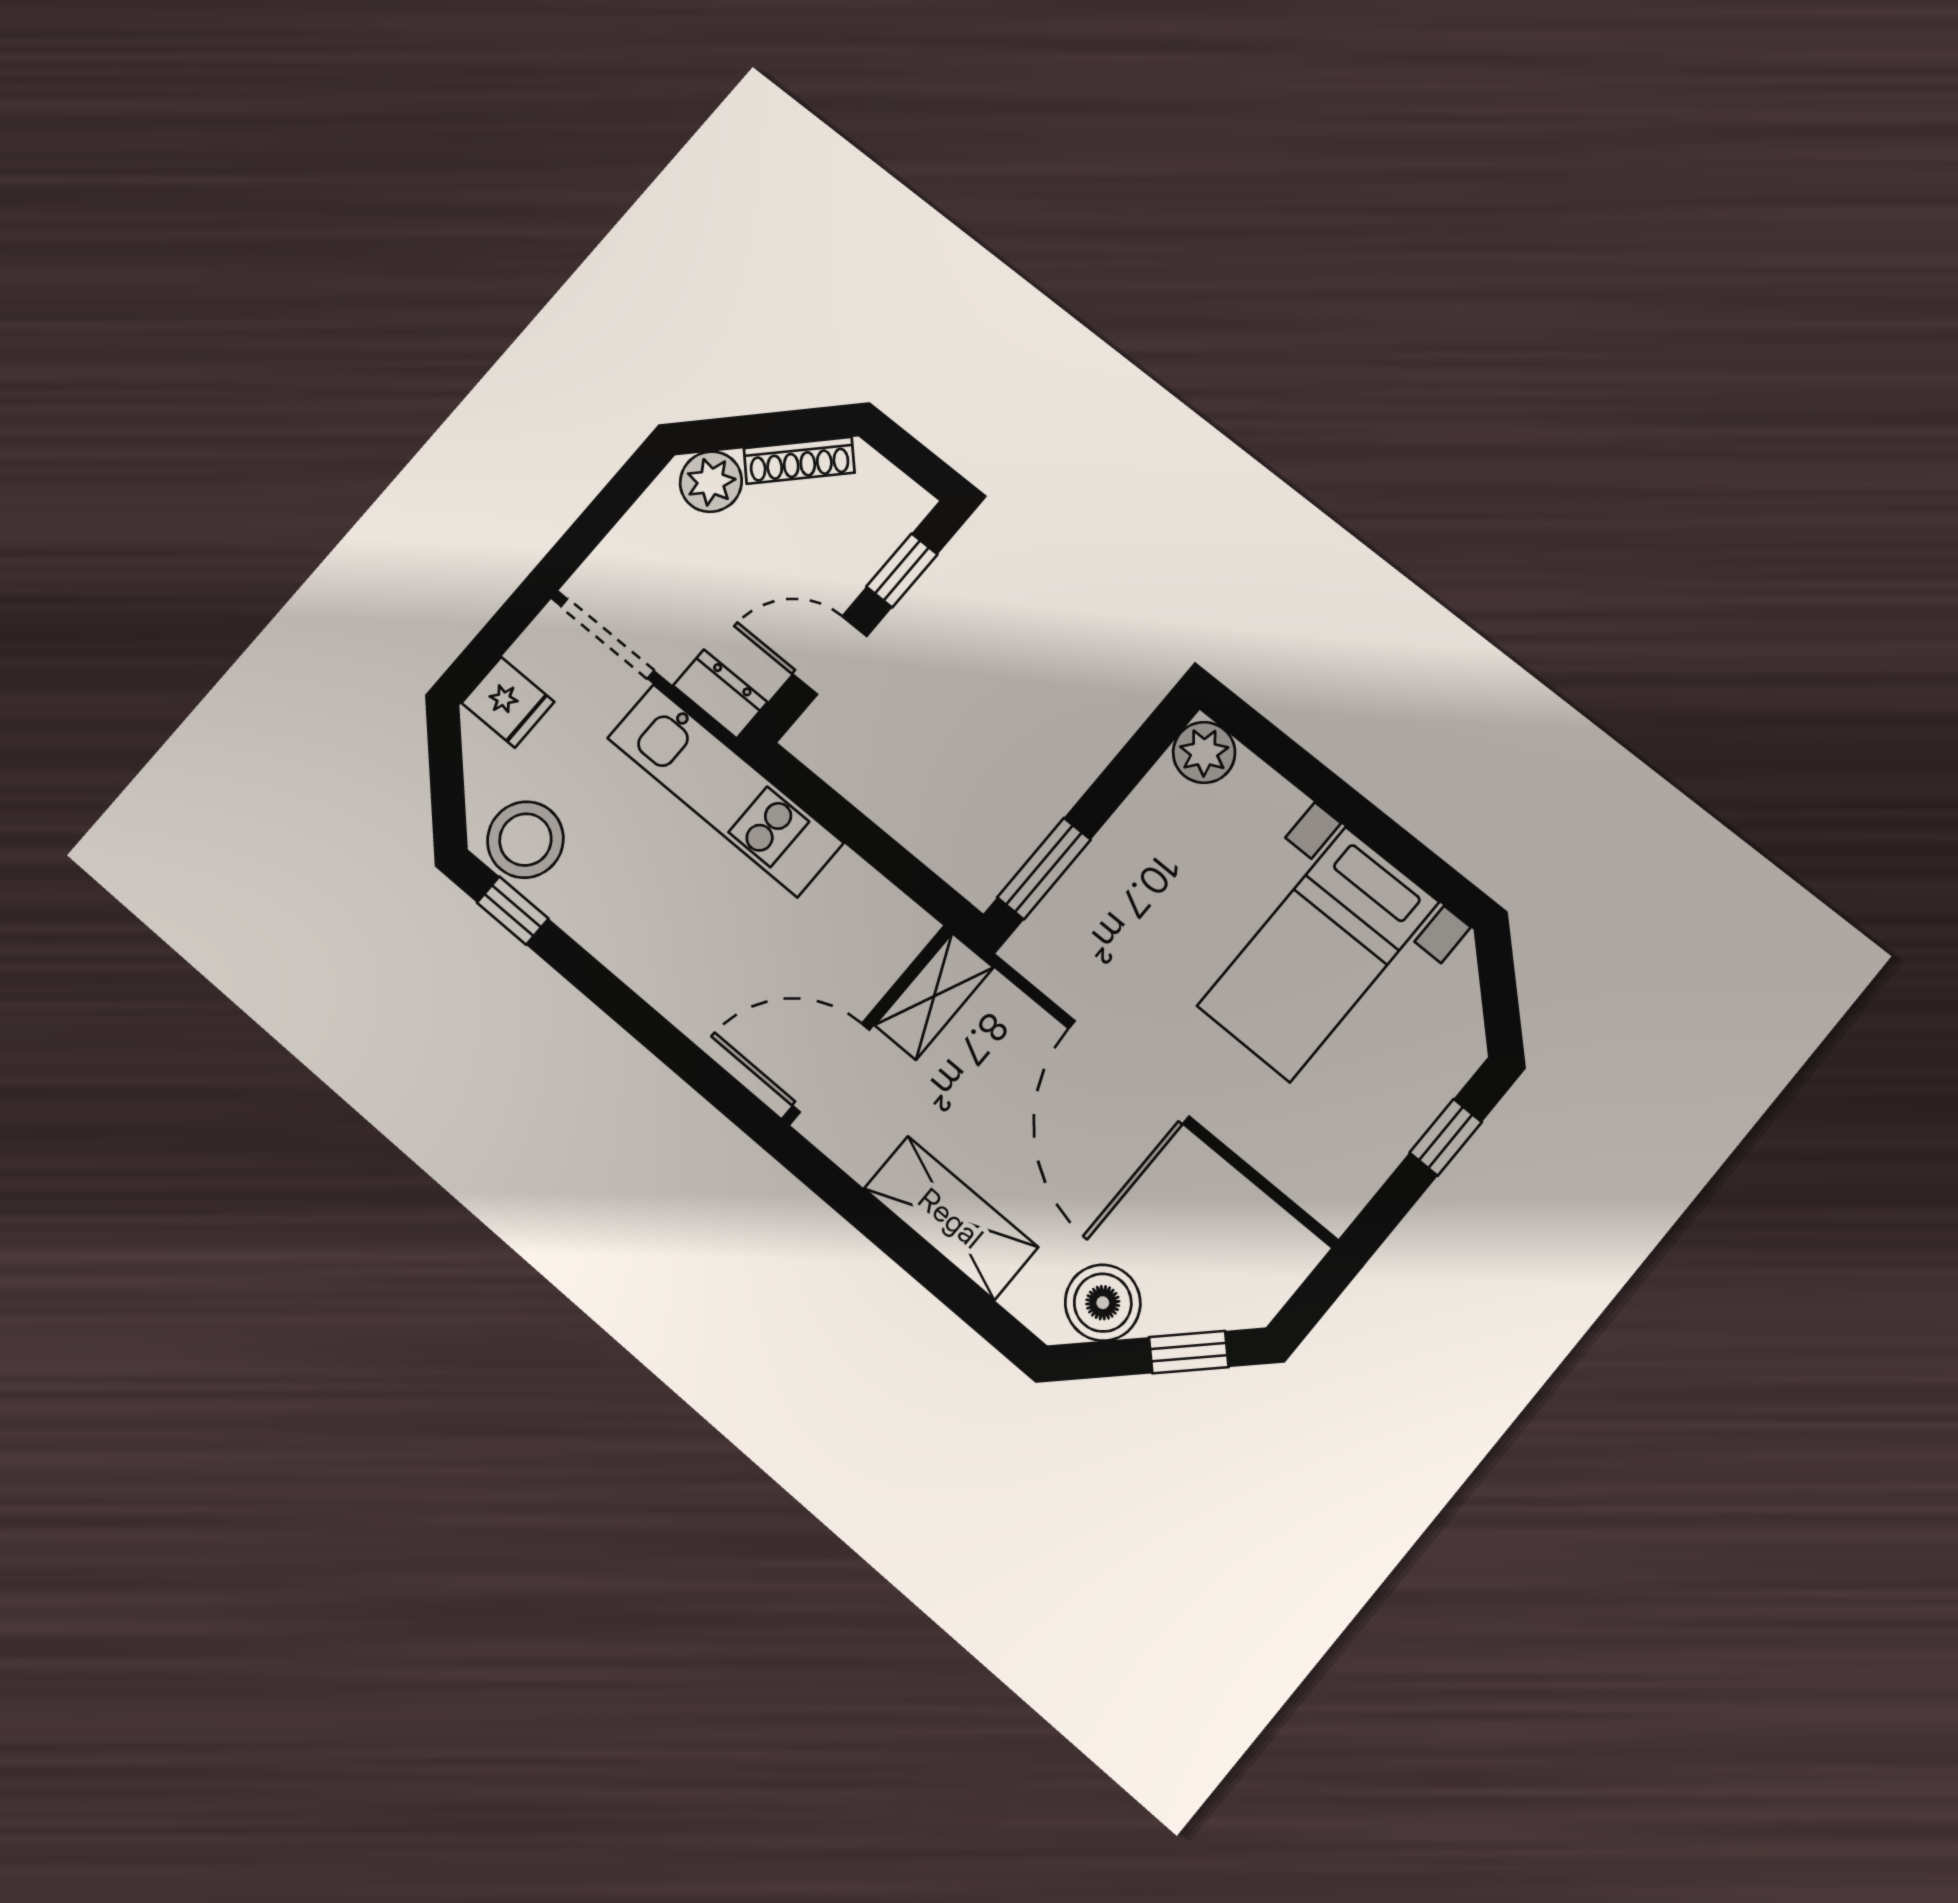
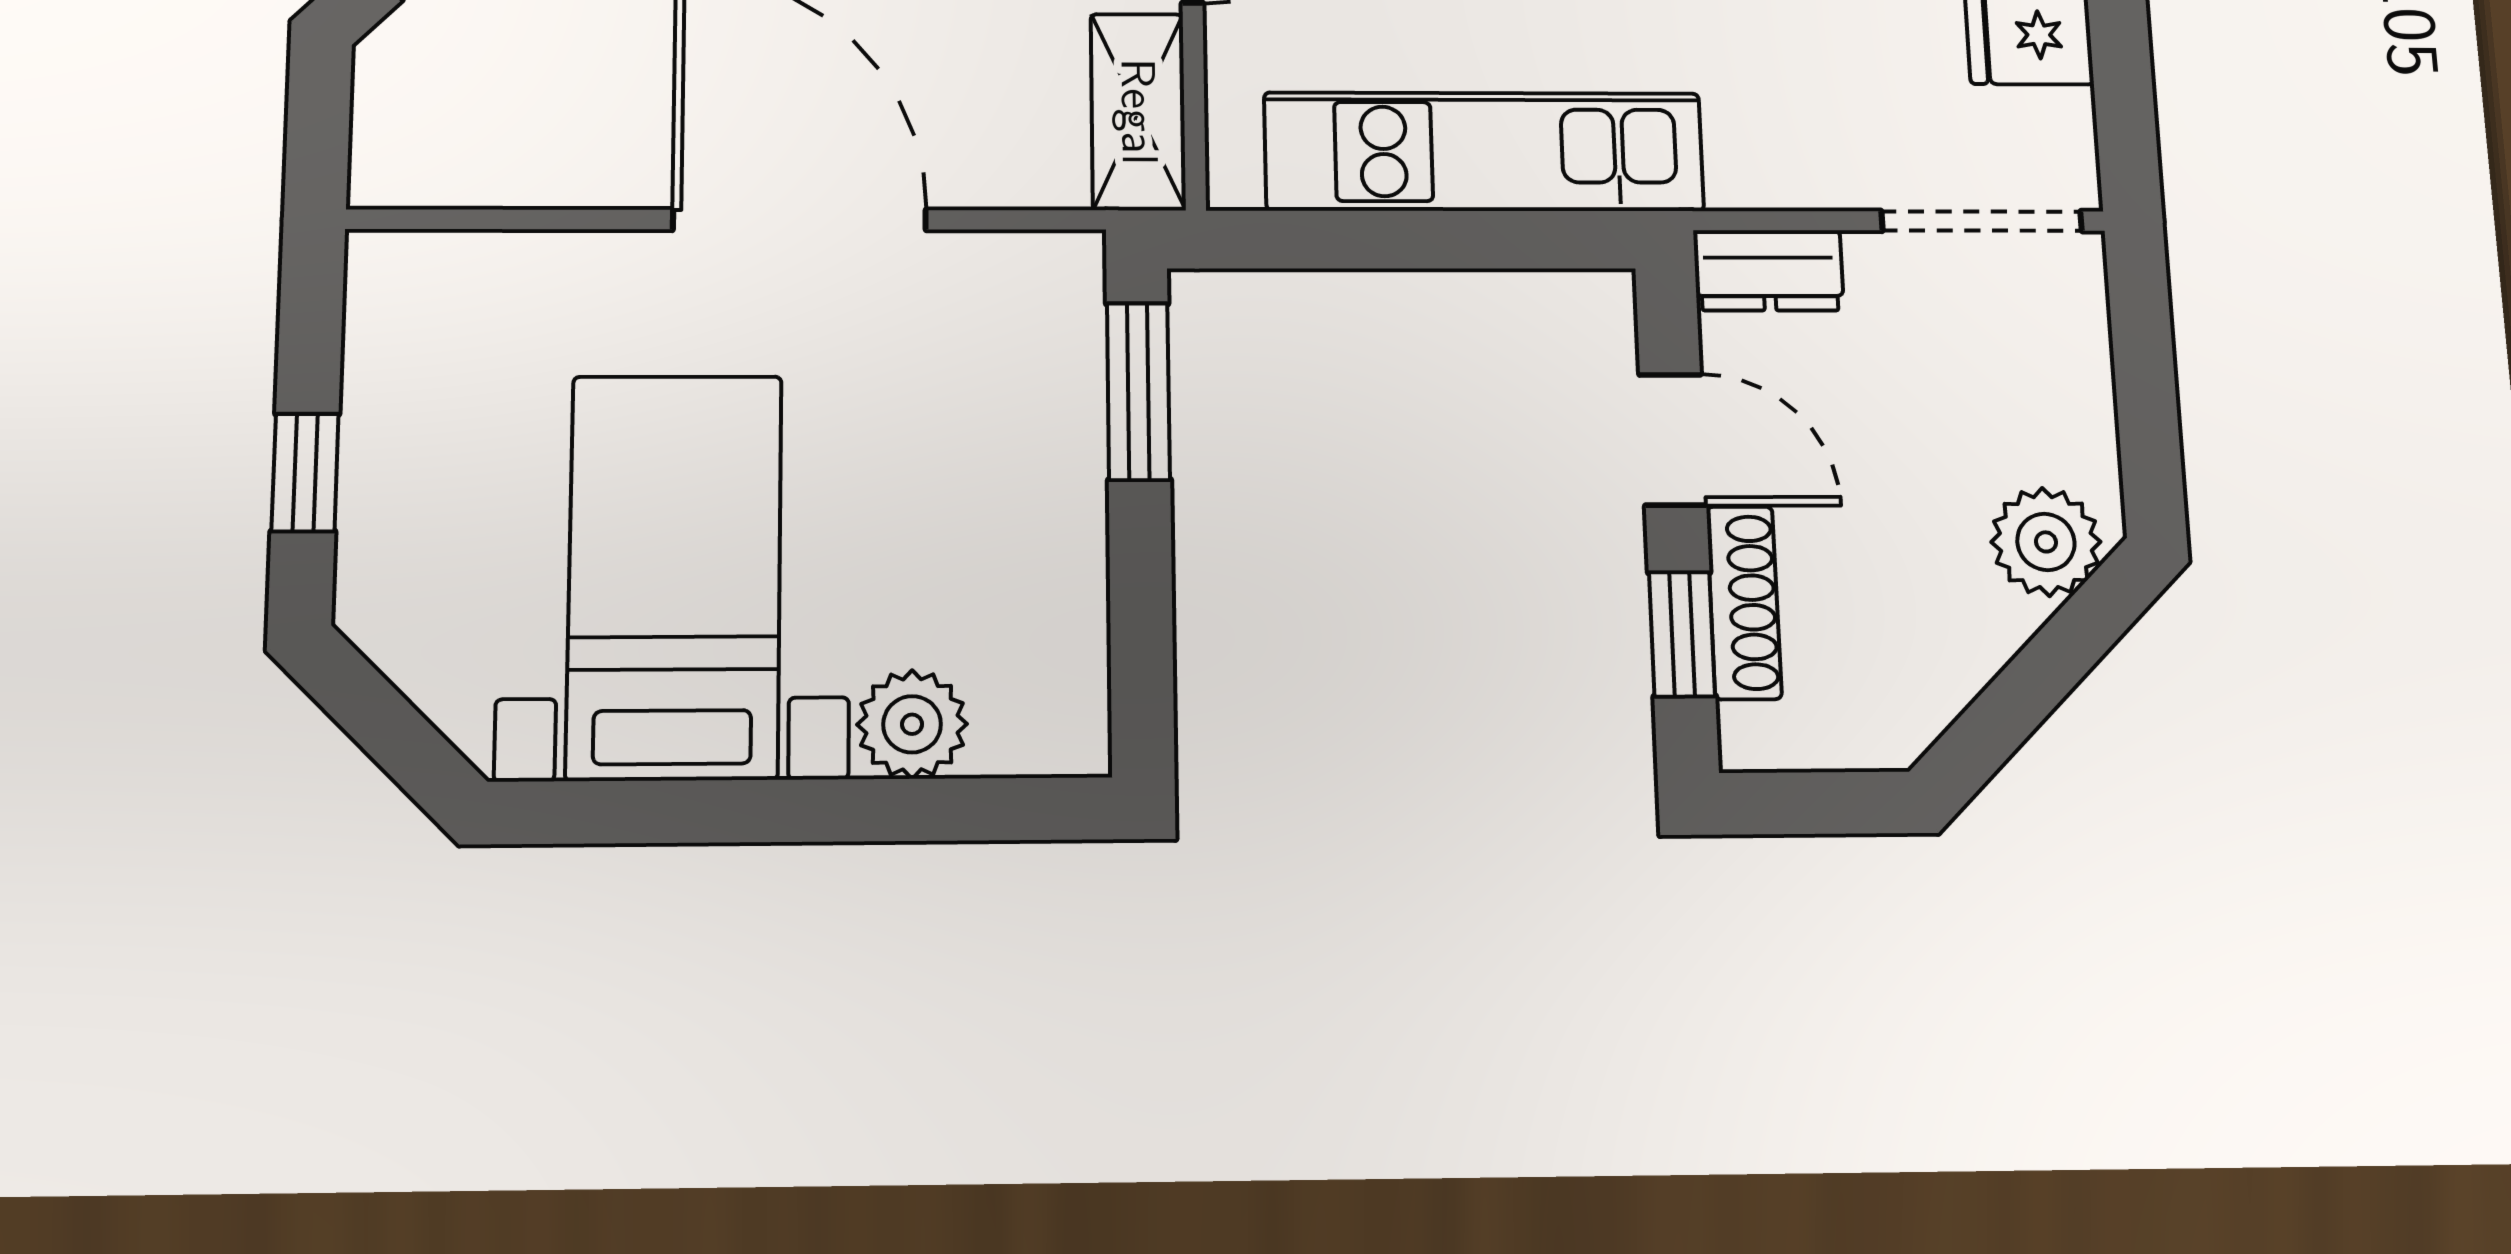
shoe rack: (799, 460) -> (1744, 603), moved, turned 135
door: (830, 655) -> (1673, 440), hinge flipped
plant: (1204, 752) -> (912, 724), moved
kitchen unit: (725, 790) -> (1484, 152), moved

